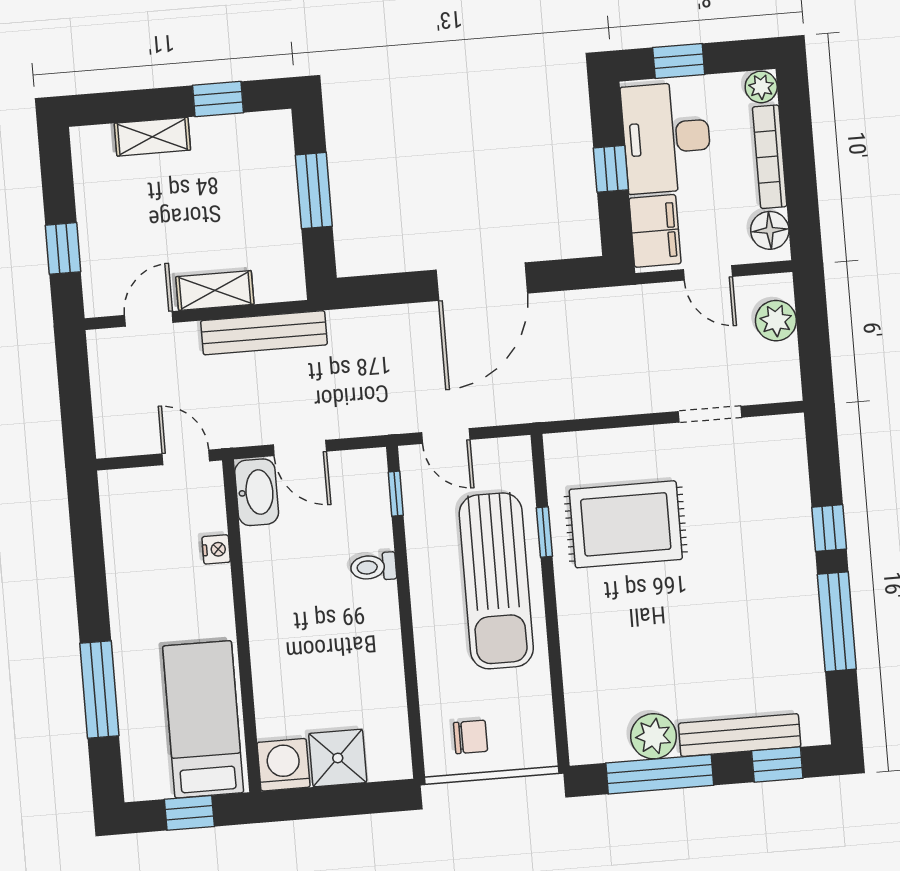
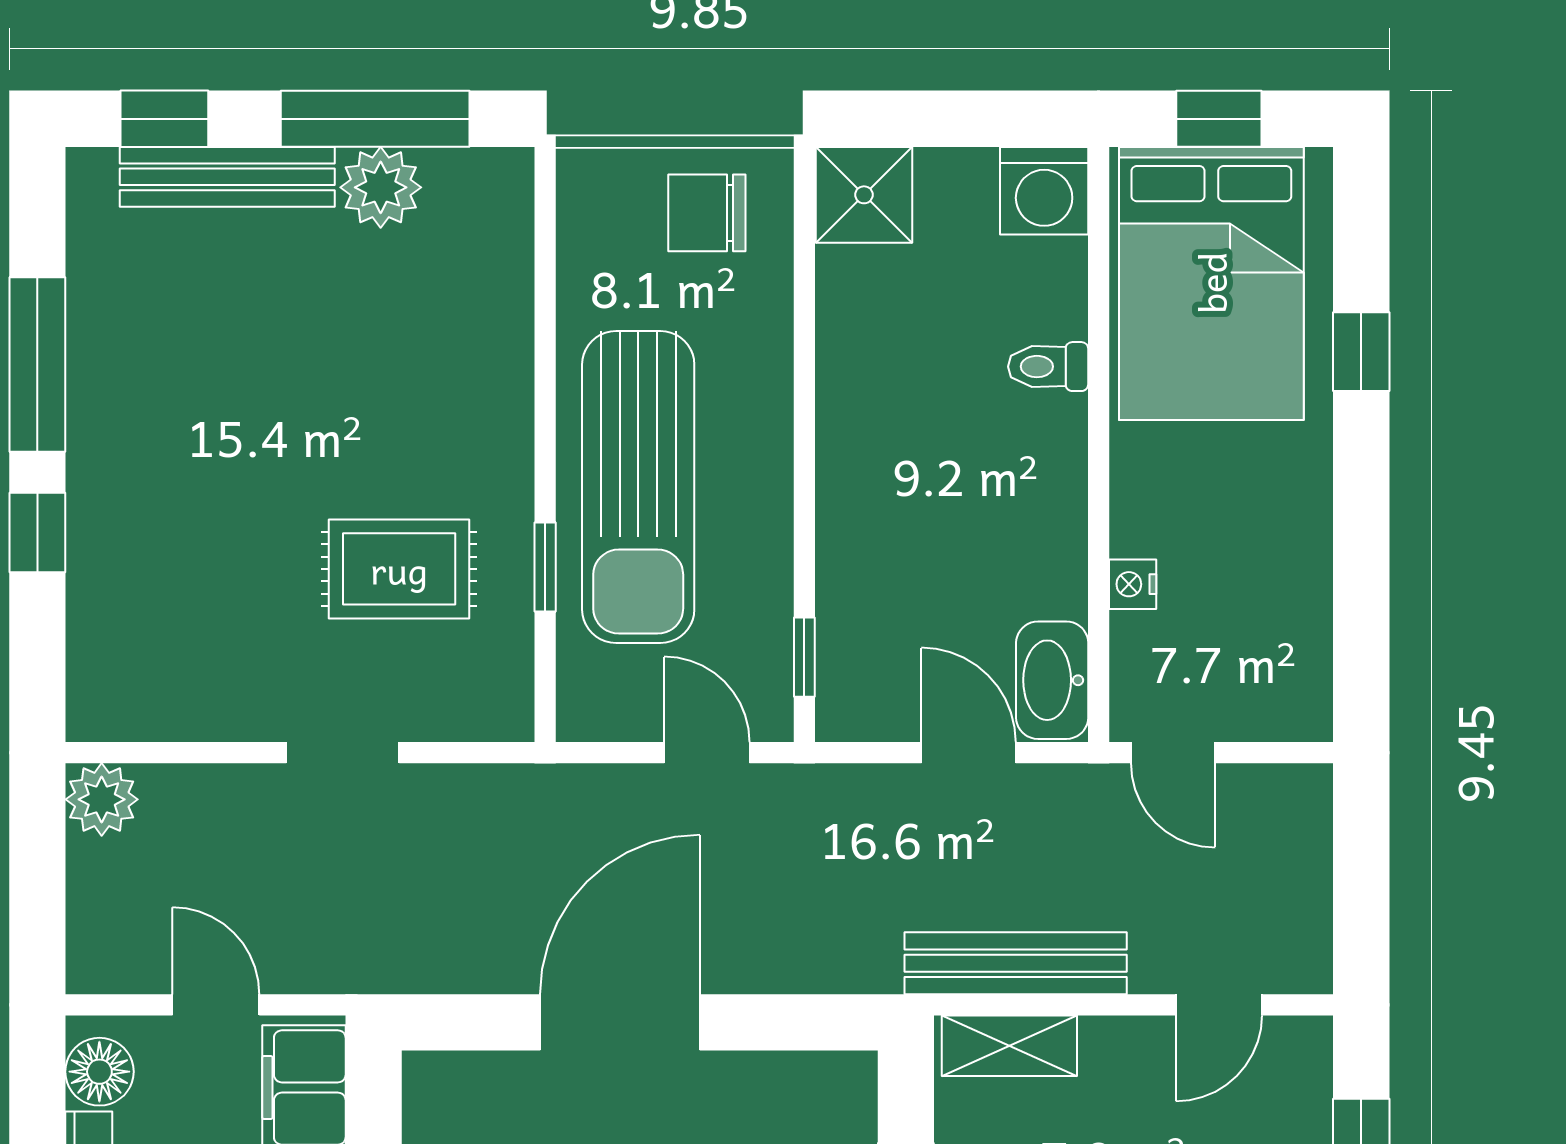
shelving: (215, 290) -> (1009, 1046), moved
plant: (776, 321) -> (102, 799), moved
doorway: (710, 414) -> (343, 753), moved
rug: (626, 524) -> (399, 569), width x0.73, depth x0.70
toilet: (373, 567) -> (1048, 367), moved, turned 180
sun lounger: (496, 581) -> (638, 487), turned 180
window: (99, 690) -> (1361, 352), width x0.46
bed: (203, 719) -> (1211, 283), width x1.50
chair: (470, 737) -> (707, 213), width x1.37, depth x1.37
shower: (338, 758) -> (864, 195), moved

